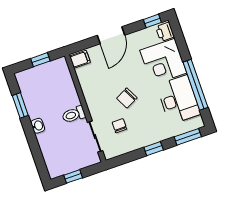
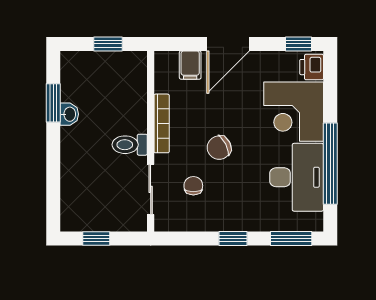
filing cabinet: (80, 59) -> (190, 65), moved, turned 90
bookcase: (88, 96) -> (162, 123), added
washbasin: (38, 126) -> (69, 114), moved

